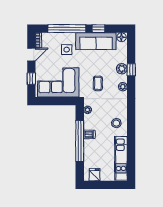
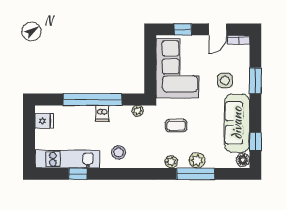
window: (67, 29) -> (255, 81), width x0.47
window: (98, 29) -> (255, 142), moved
door: (31, 55) -> (218, 29), hinge flipped
window: (131, 70) -> (196, 174), width x2.17
window: (131, 151) -> (78, 174), added

